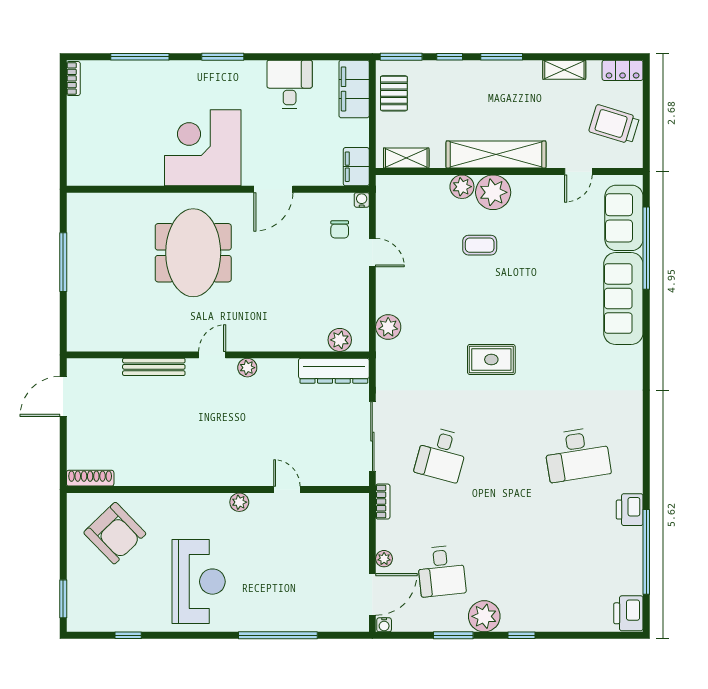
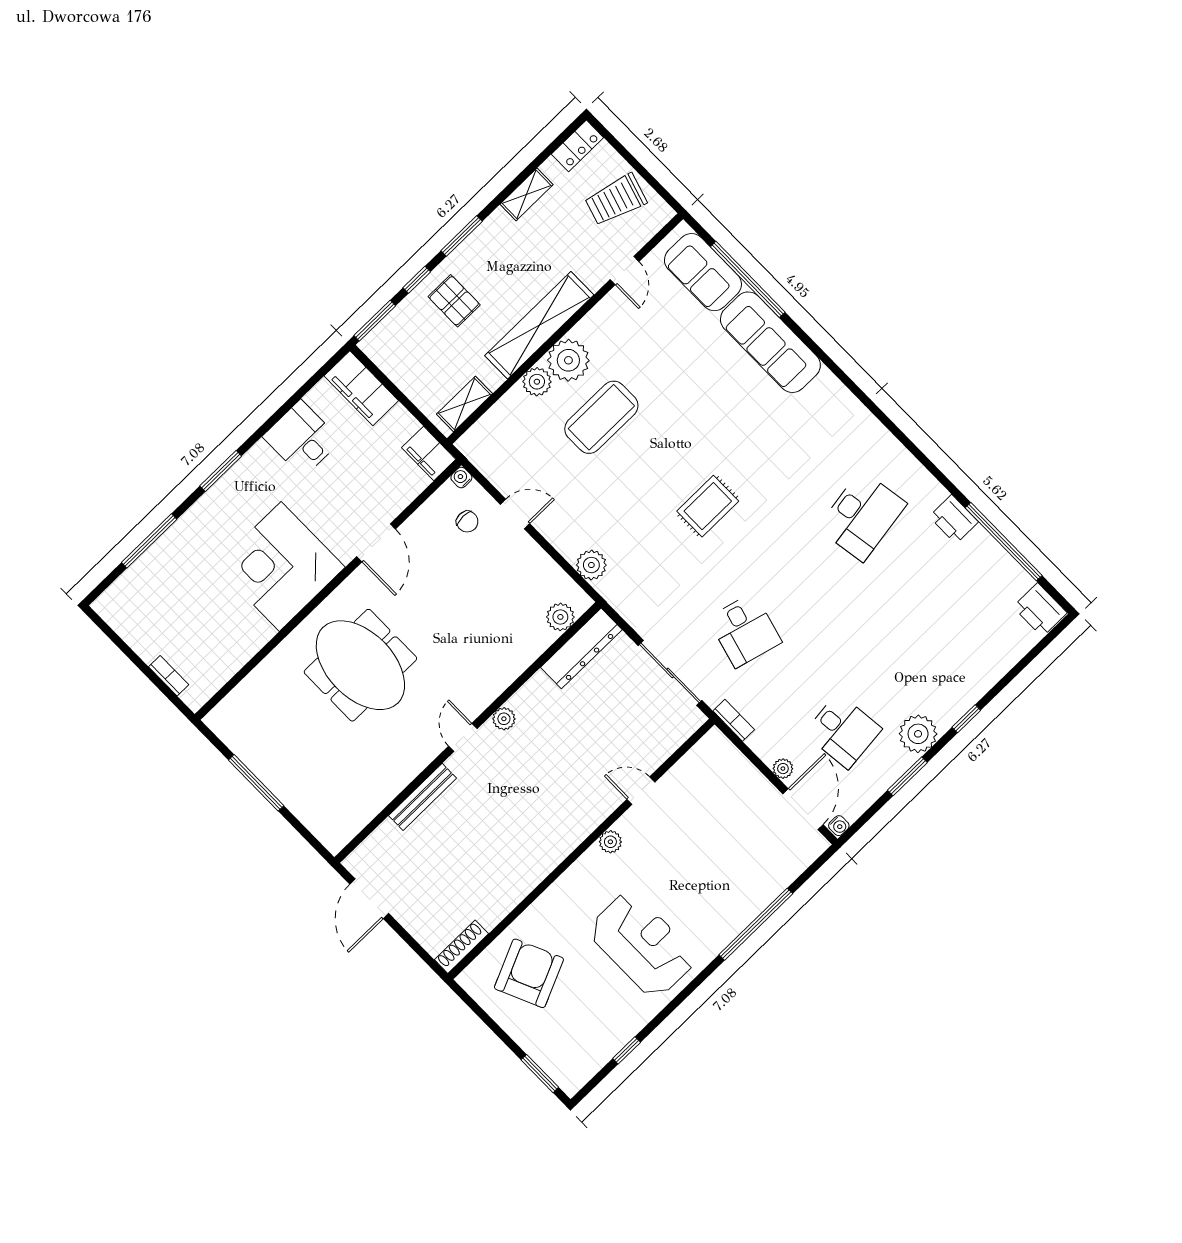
bookcase: (73, 78) -> (169, 676), moved
pallet: (394, 93) -> (454, 301), moved
coffee table: (480, 245) -> (601, 417), width x1.86, depth x1.72
armchair: (115, 533) -> (529, 973), turned -70

